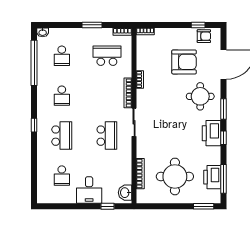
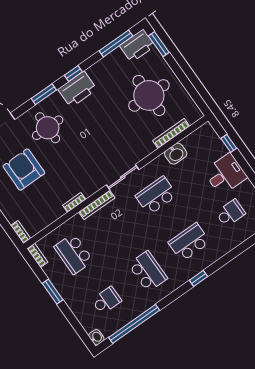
school desk: (62, 96) -> (148, 271), width x1.85
printer: (212, 177) -> (137, 46), moved
washbasin: (125, 193) -> (176, 154), moved

